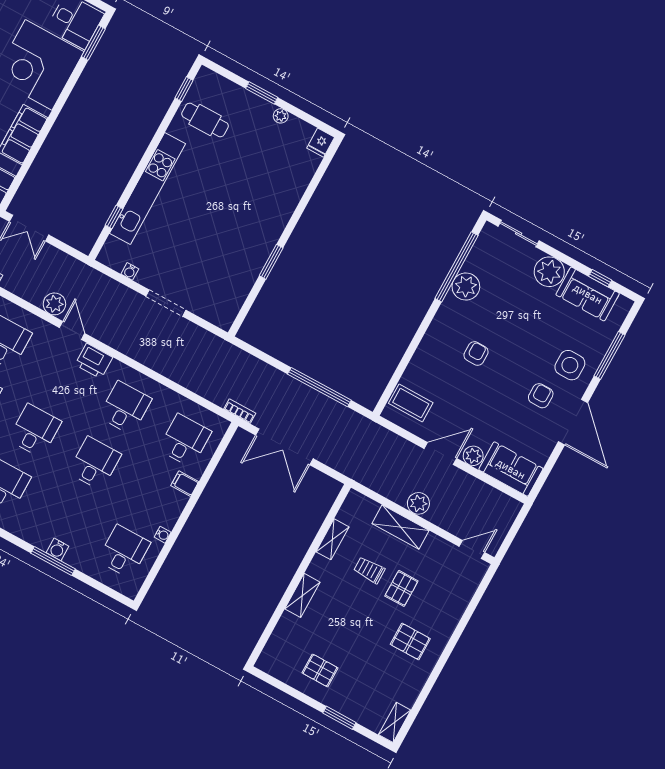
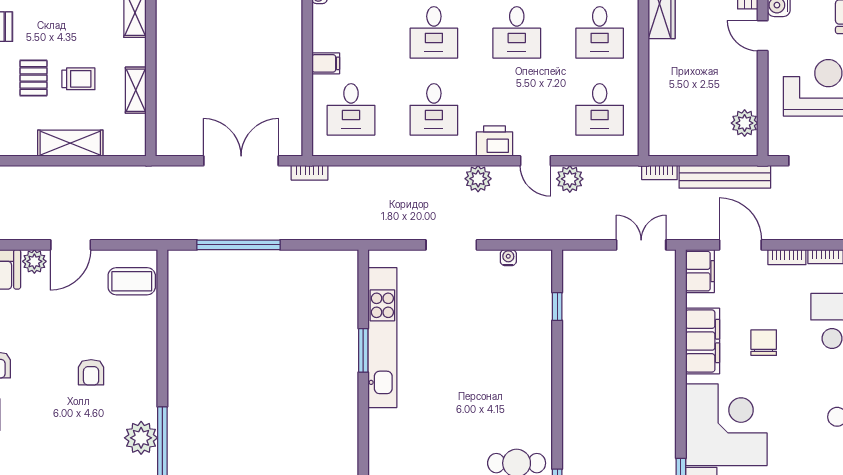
kitchen unit: (147, 189) -> (382, 338), moved, turned 180
plant: (418, 503) -> (478, 179), moved

